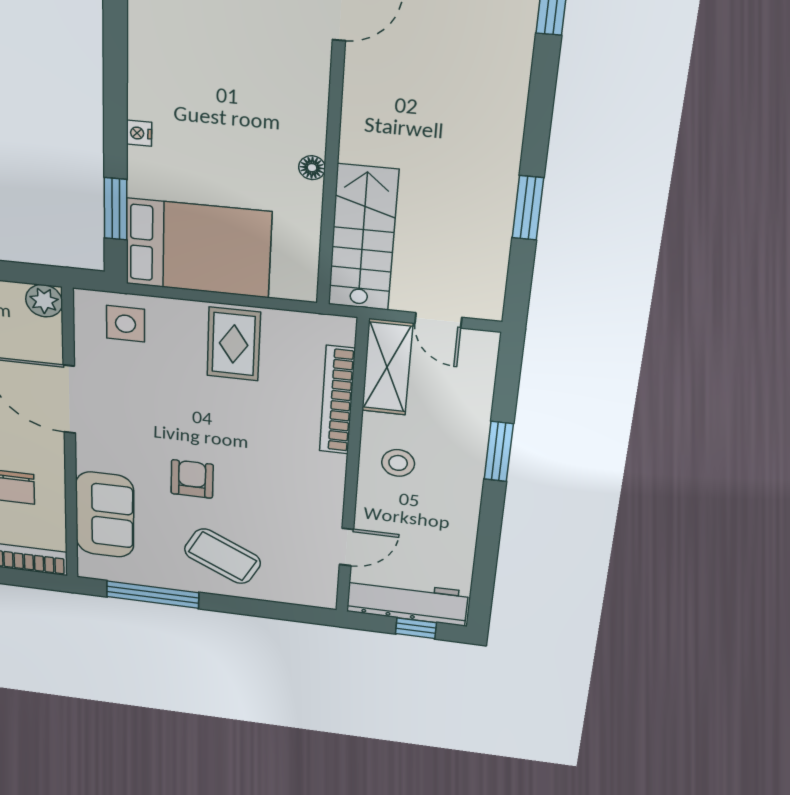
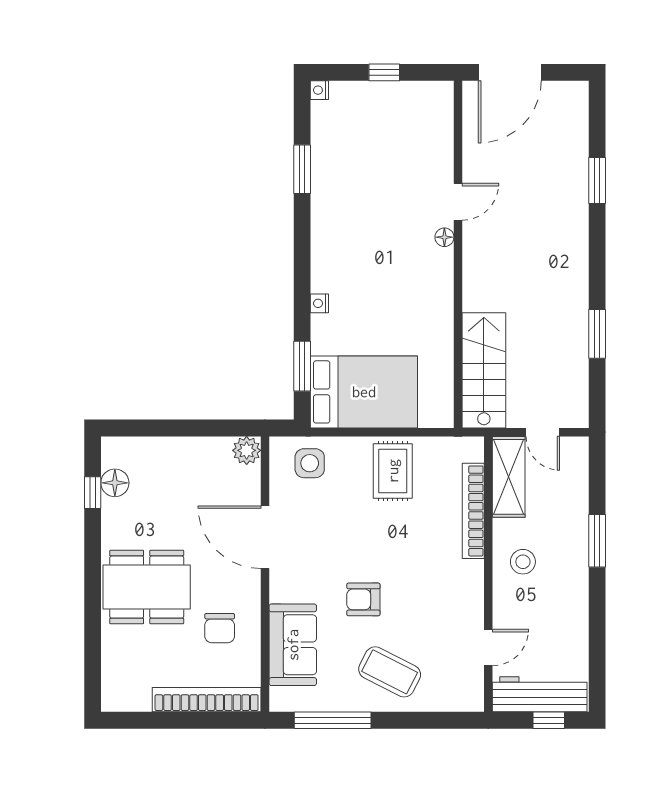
floor lamp: (312, 168) -> (444, 237), moved
armchair: (192, 479) -> (363, 599), turned -90

